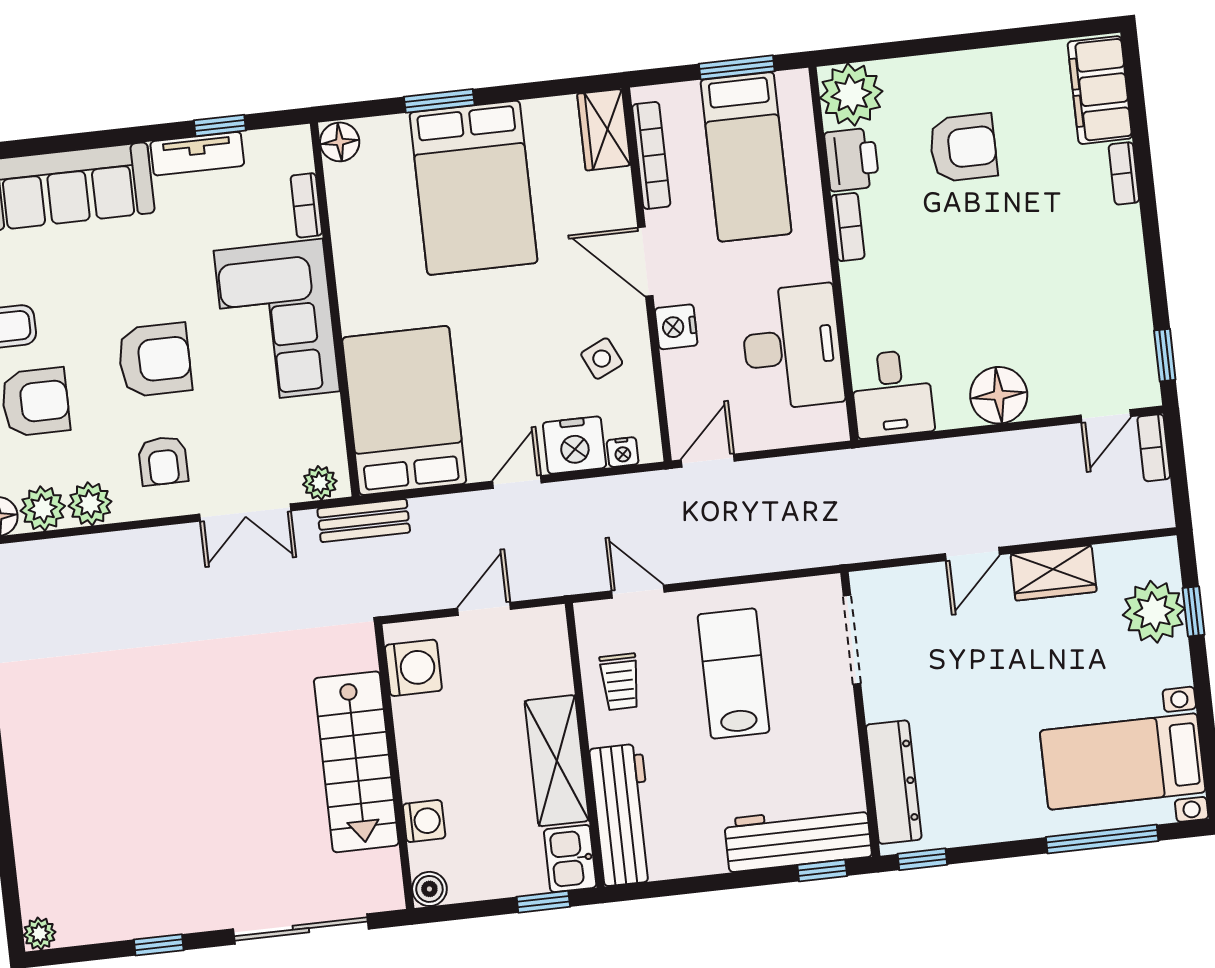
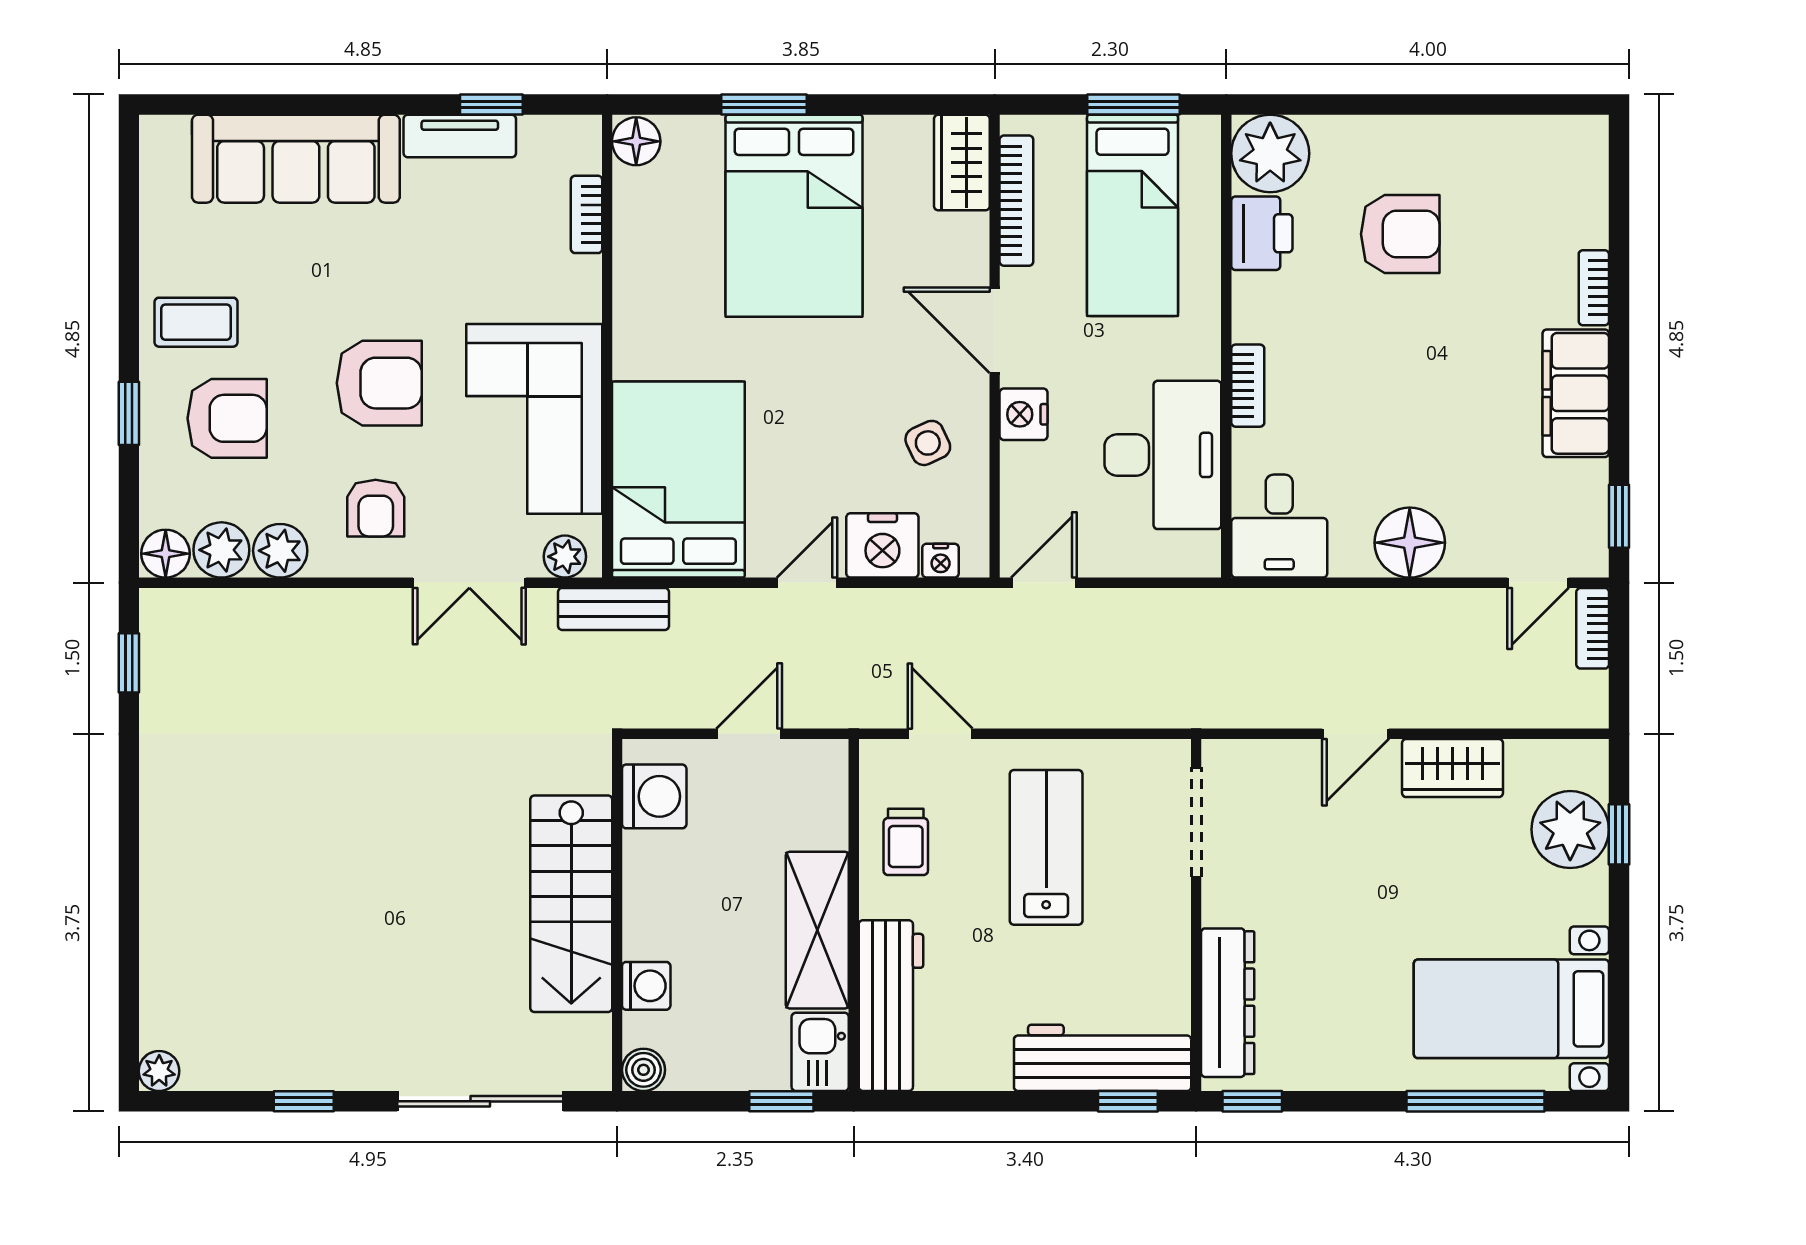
filing cabinet: (1100, 90) -> (1576, 393), moved
bookcase: (848, 227) -> (1248, 386), moved
corner sofa: (277, 321) -> (534, 419), moved

